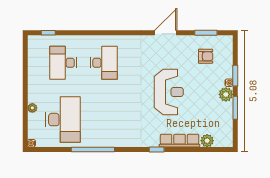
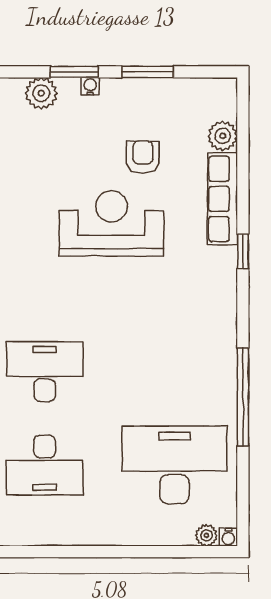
armchair: (206, 56) -> (143, 157), moved
plant: (226, 94) -> (41, 93), moved
plant: (32, 108) -> (206, 535), moved

